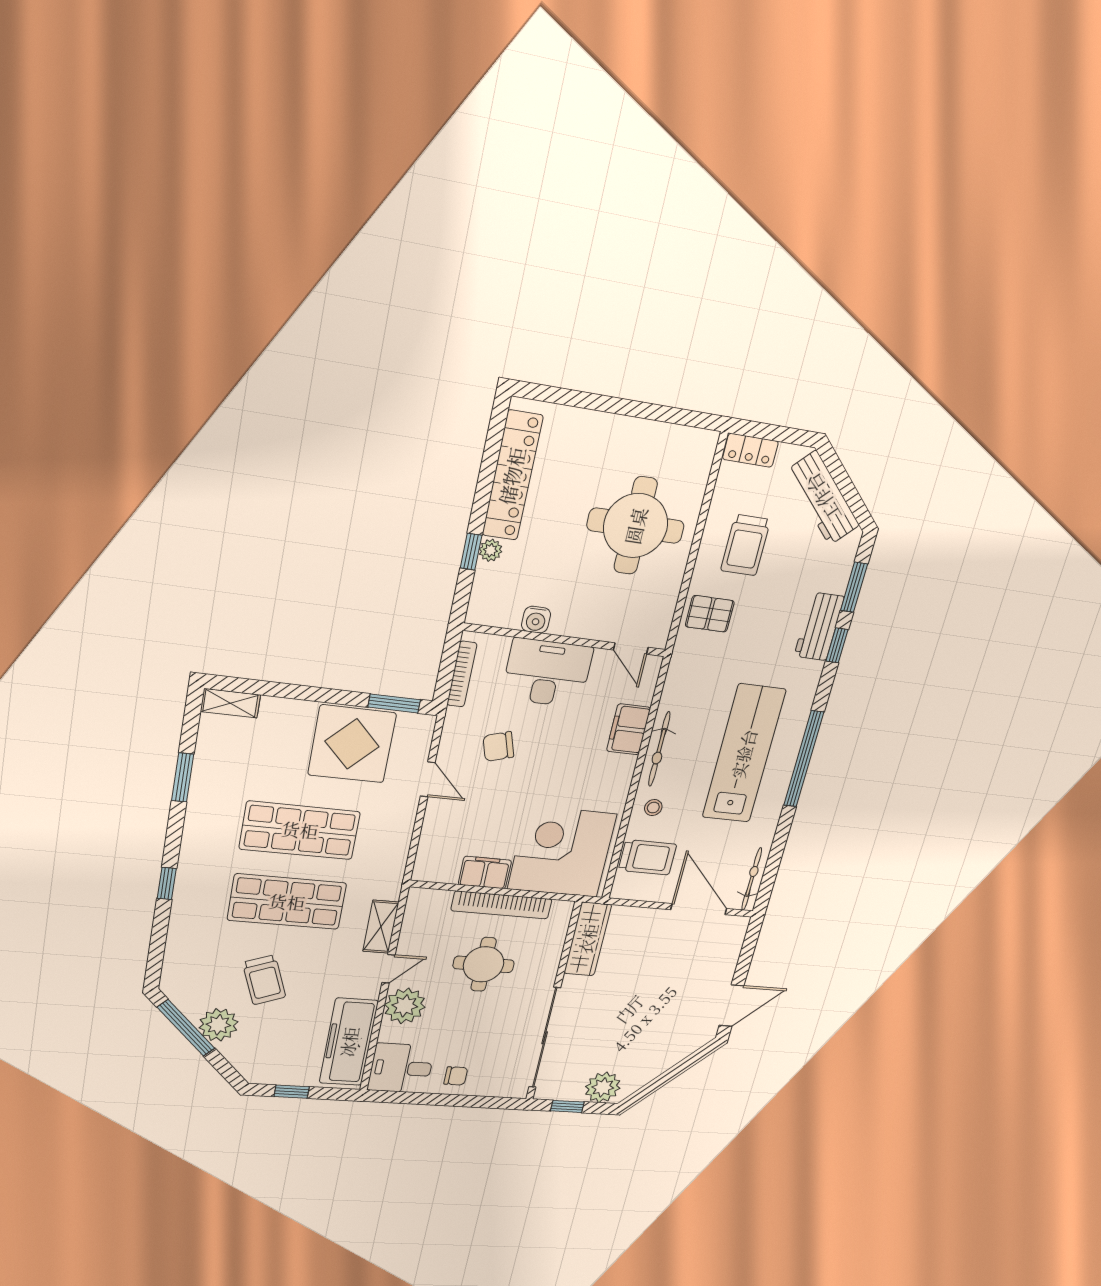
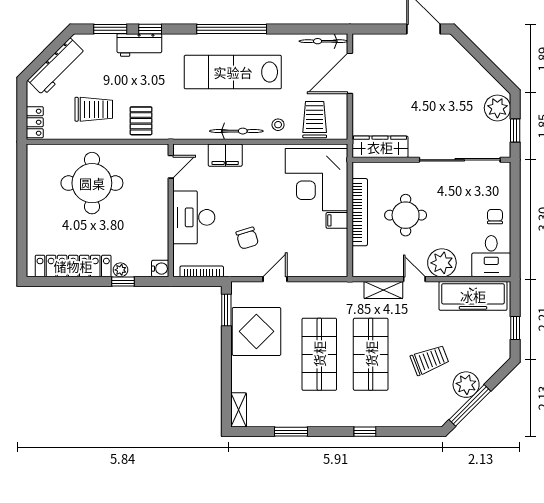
water cooler: (536, 620) -> (160, 269), moved
filing cabinet: (485, 872) -> (337, 220), width x0.50

